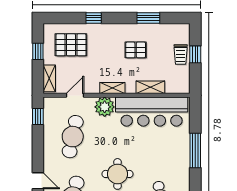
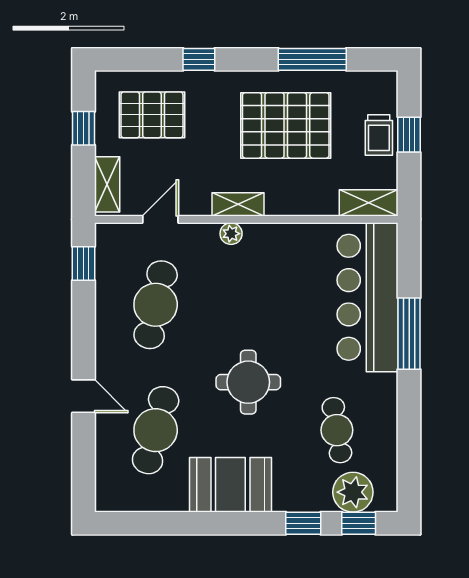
window: (148, 18) -> (312, 59), width x1.44
pallet: (136, 50) -> (286, 125), width x2.05, depth x2.00
shelving: (150, 87) -> (369, 203), moved
plant: (105, 107) -> (231, 234), width x0.53, depth x0.53
bar counter: (152, 112) -> (368, 297), moved, turned 90

